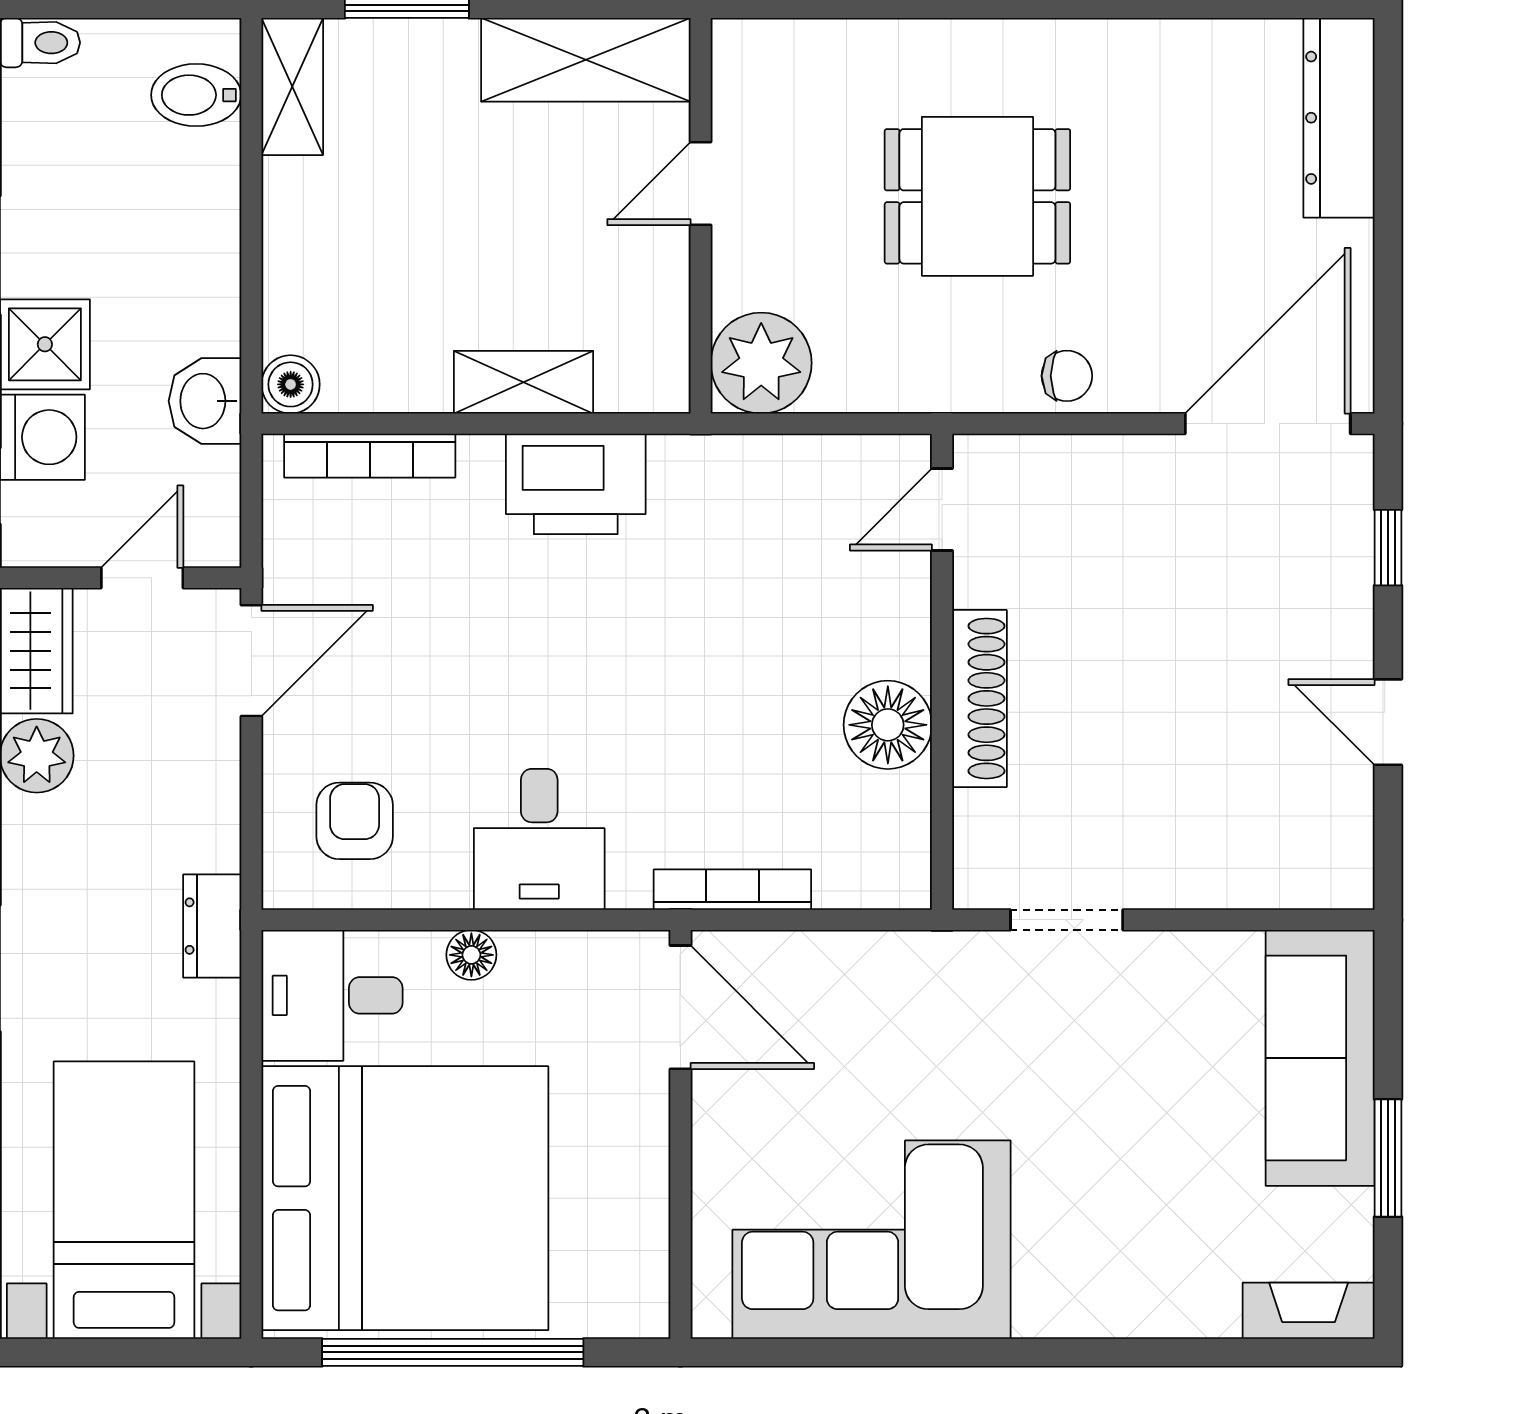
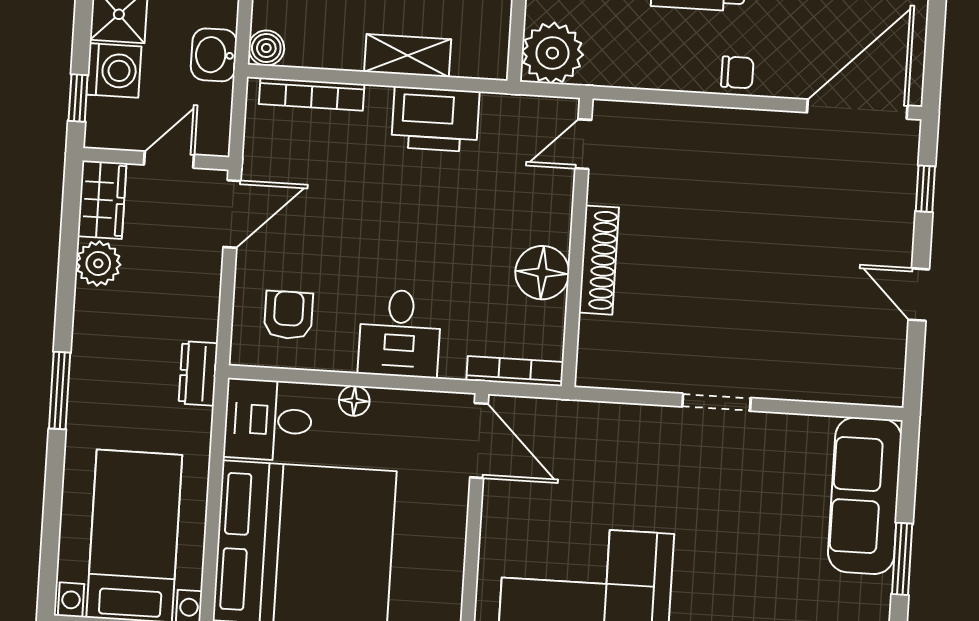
door: (942, 509) -> (583, 144), moved
wall: (942, 672) -> (577, 242), moved
shoe rack: (979, 698) -> (599, 260), moved
floor lamp: (888, 725) -> (542, 273), moved

